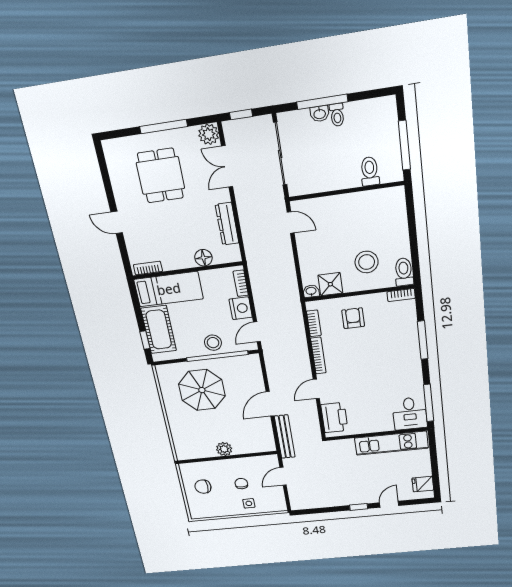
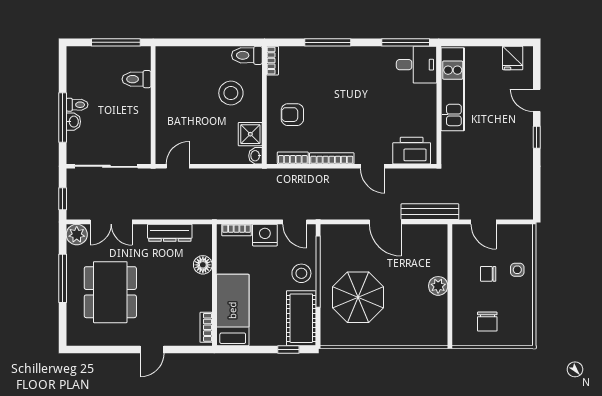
dining table: (160, 176) -> (110, 292), width x1.38
cot: (159, 330) -> (301, 318), moved, turned 90

